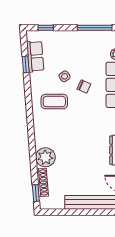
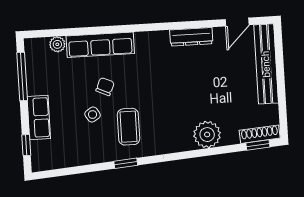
row of seats: (35, 56) -> (39, 118), moved, turned 94
window: (26, 64) -> (126, 163), moved
shoe rack: (42, 182) -> (260, 134), moved

